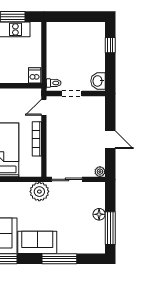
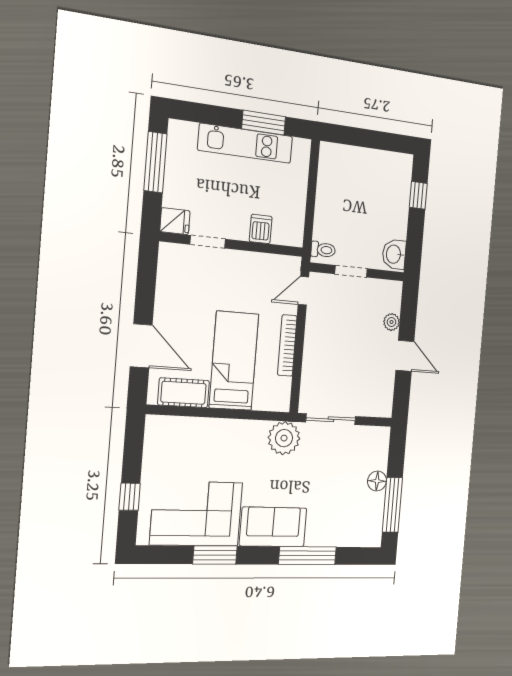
dishwasher: (35, 75) -> (261, 229), moved
plant: (100, 172) -> (391, 322), moved

